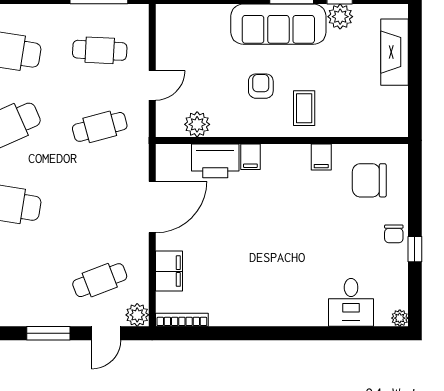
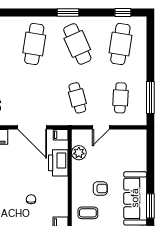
door: (152, 85) -> (101, 127), hinge flipped
filing cabinet: (250, 157) -> (61, 135), moved
chair: (280, 209) -> (31, 199), added

